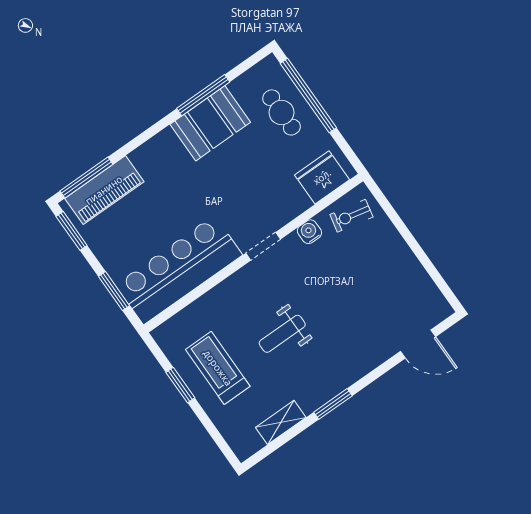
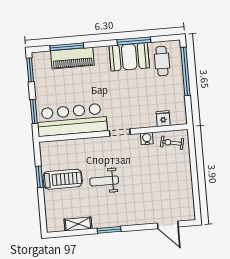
cafe table: (282, 112) -> (162, 61), moved
fridge: (322, 177) -> (163, 119), width x0.53, depth x0.75
window: (86, 178) -> (67, 47), moved
piano: (104, 190) -> (72, 58), moved
treadmill: (218, 368) -> (63, 179), turned 90

